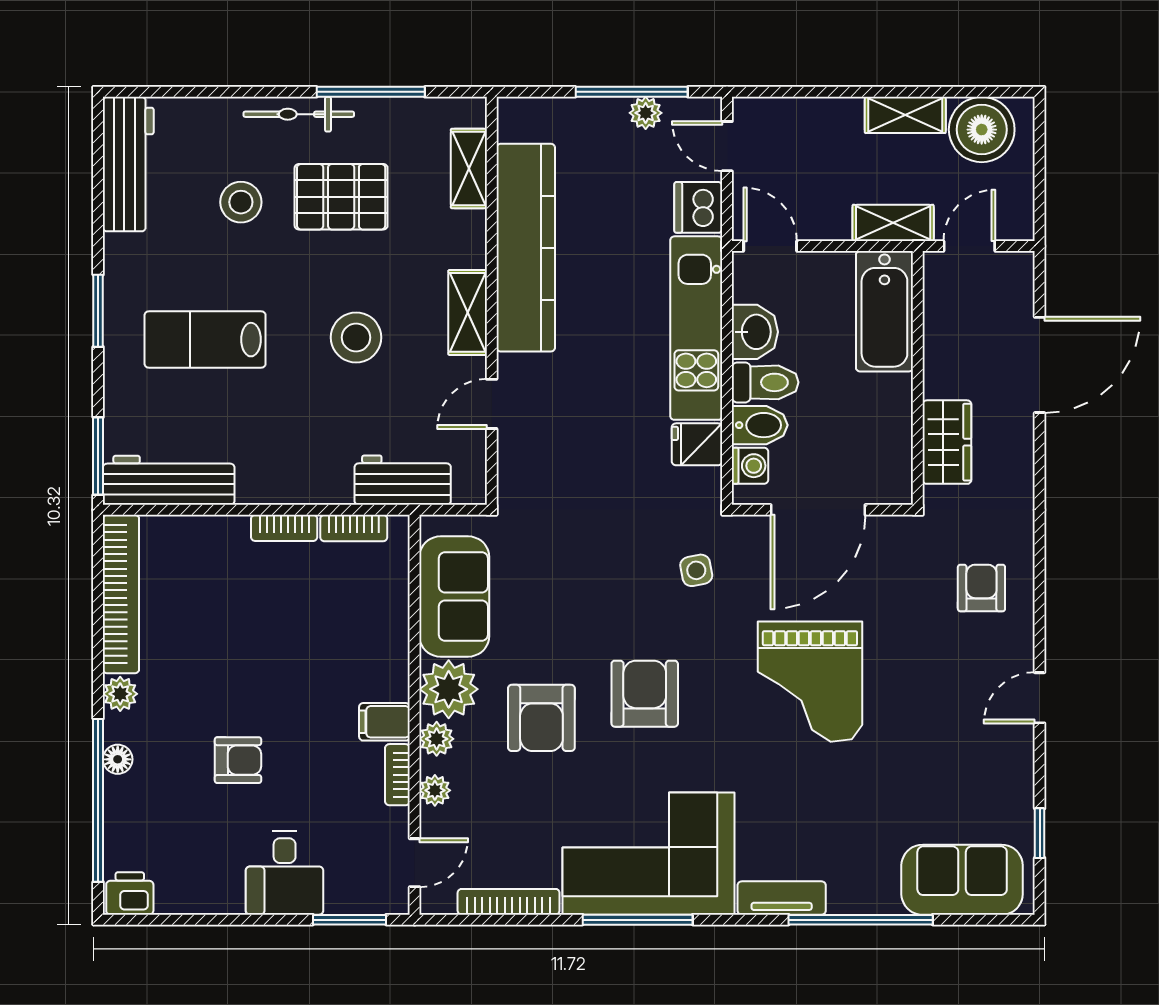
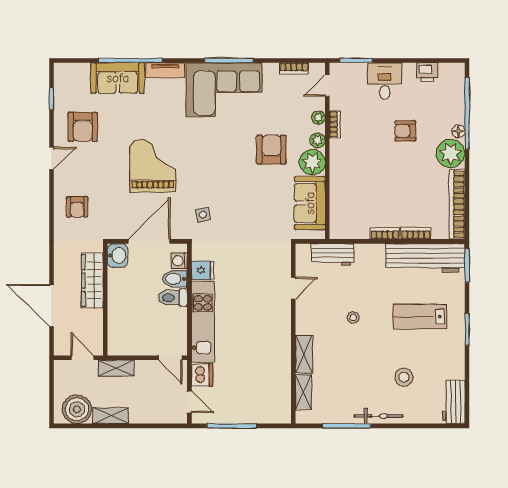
plant: (646, 113) -> (225, 417), removed
workbench: (128, 164) -> (454, 402), width x0.73
pallet: (341, 197) -> (360, 380), removed
door: (969, 246) -> (82, 358), swing flipped
kitchen counter: (526, 248) -> (278, 357), removed
bathtub: (884, 311) -> (120, 329), removed
shelving: (468, 312) -> (304, 354), moved
washbasin: (755, 332) -> (117, 256), moved, turned 180
stool: (356, 337) -> (353, 317), width x0.53, depth x0.53
lab bench: (205, 340) -> (420, 317), turned 180
door: (1040, 365) -> (51, 305), hinge flipped
wardrobe: (947, 442) -> (92, 281), width x1.50
workbench: (169, 480) -> (425, 258), width x1.36, depth x1.32
bookcase: (354, 528) -> (416, 233), moved
plant: (120, 694) -> (451, 153), width x1.88, depth x1.88
armchair: (645, 694) -> (83, 127), moved
filing cabinet: (384, 722) -> (341, 148), removed
sofa: (962, 880) -> (118, 78), moved
printer: (130, 893) -> (427, 72), moved
bookcase: (509, 902) -> (294, 68), width x0.64

